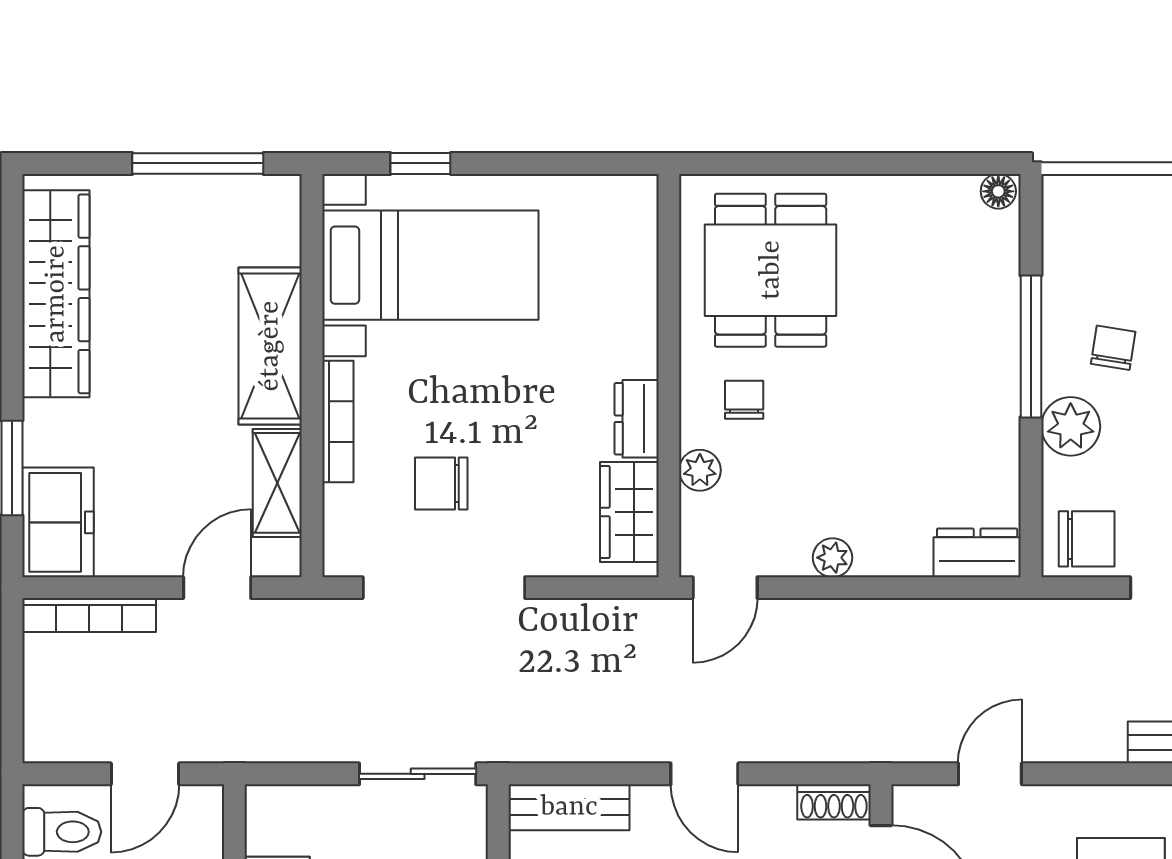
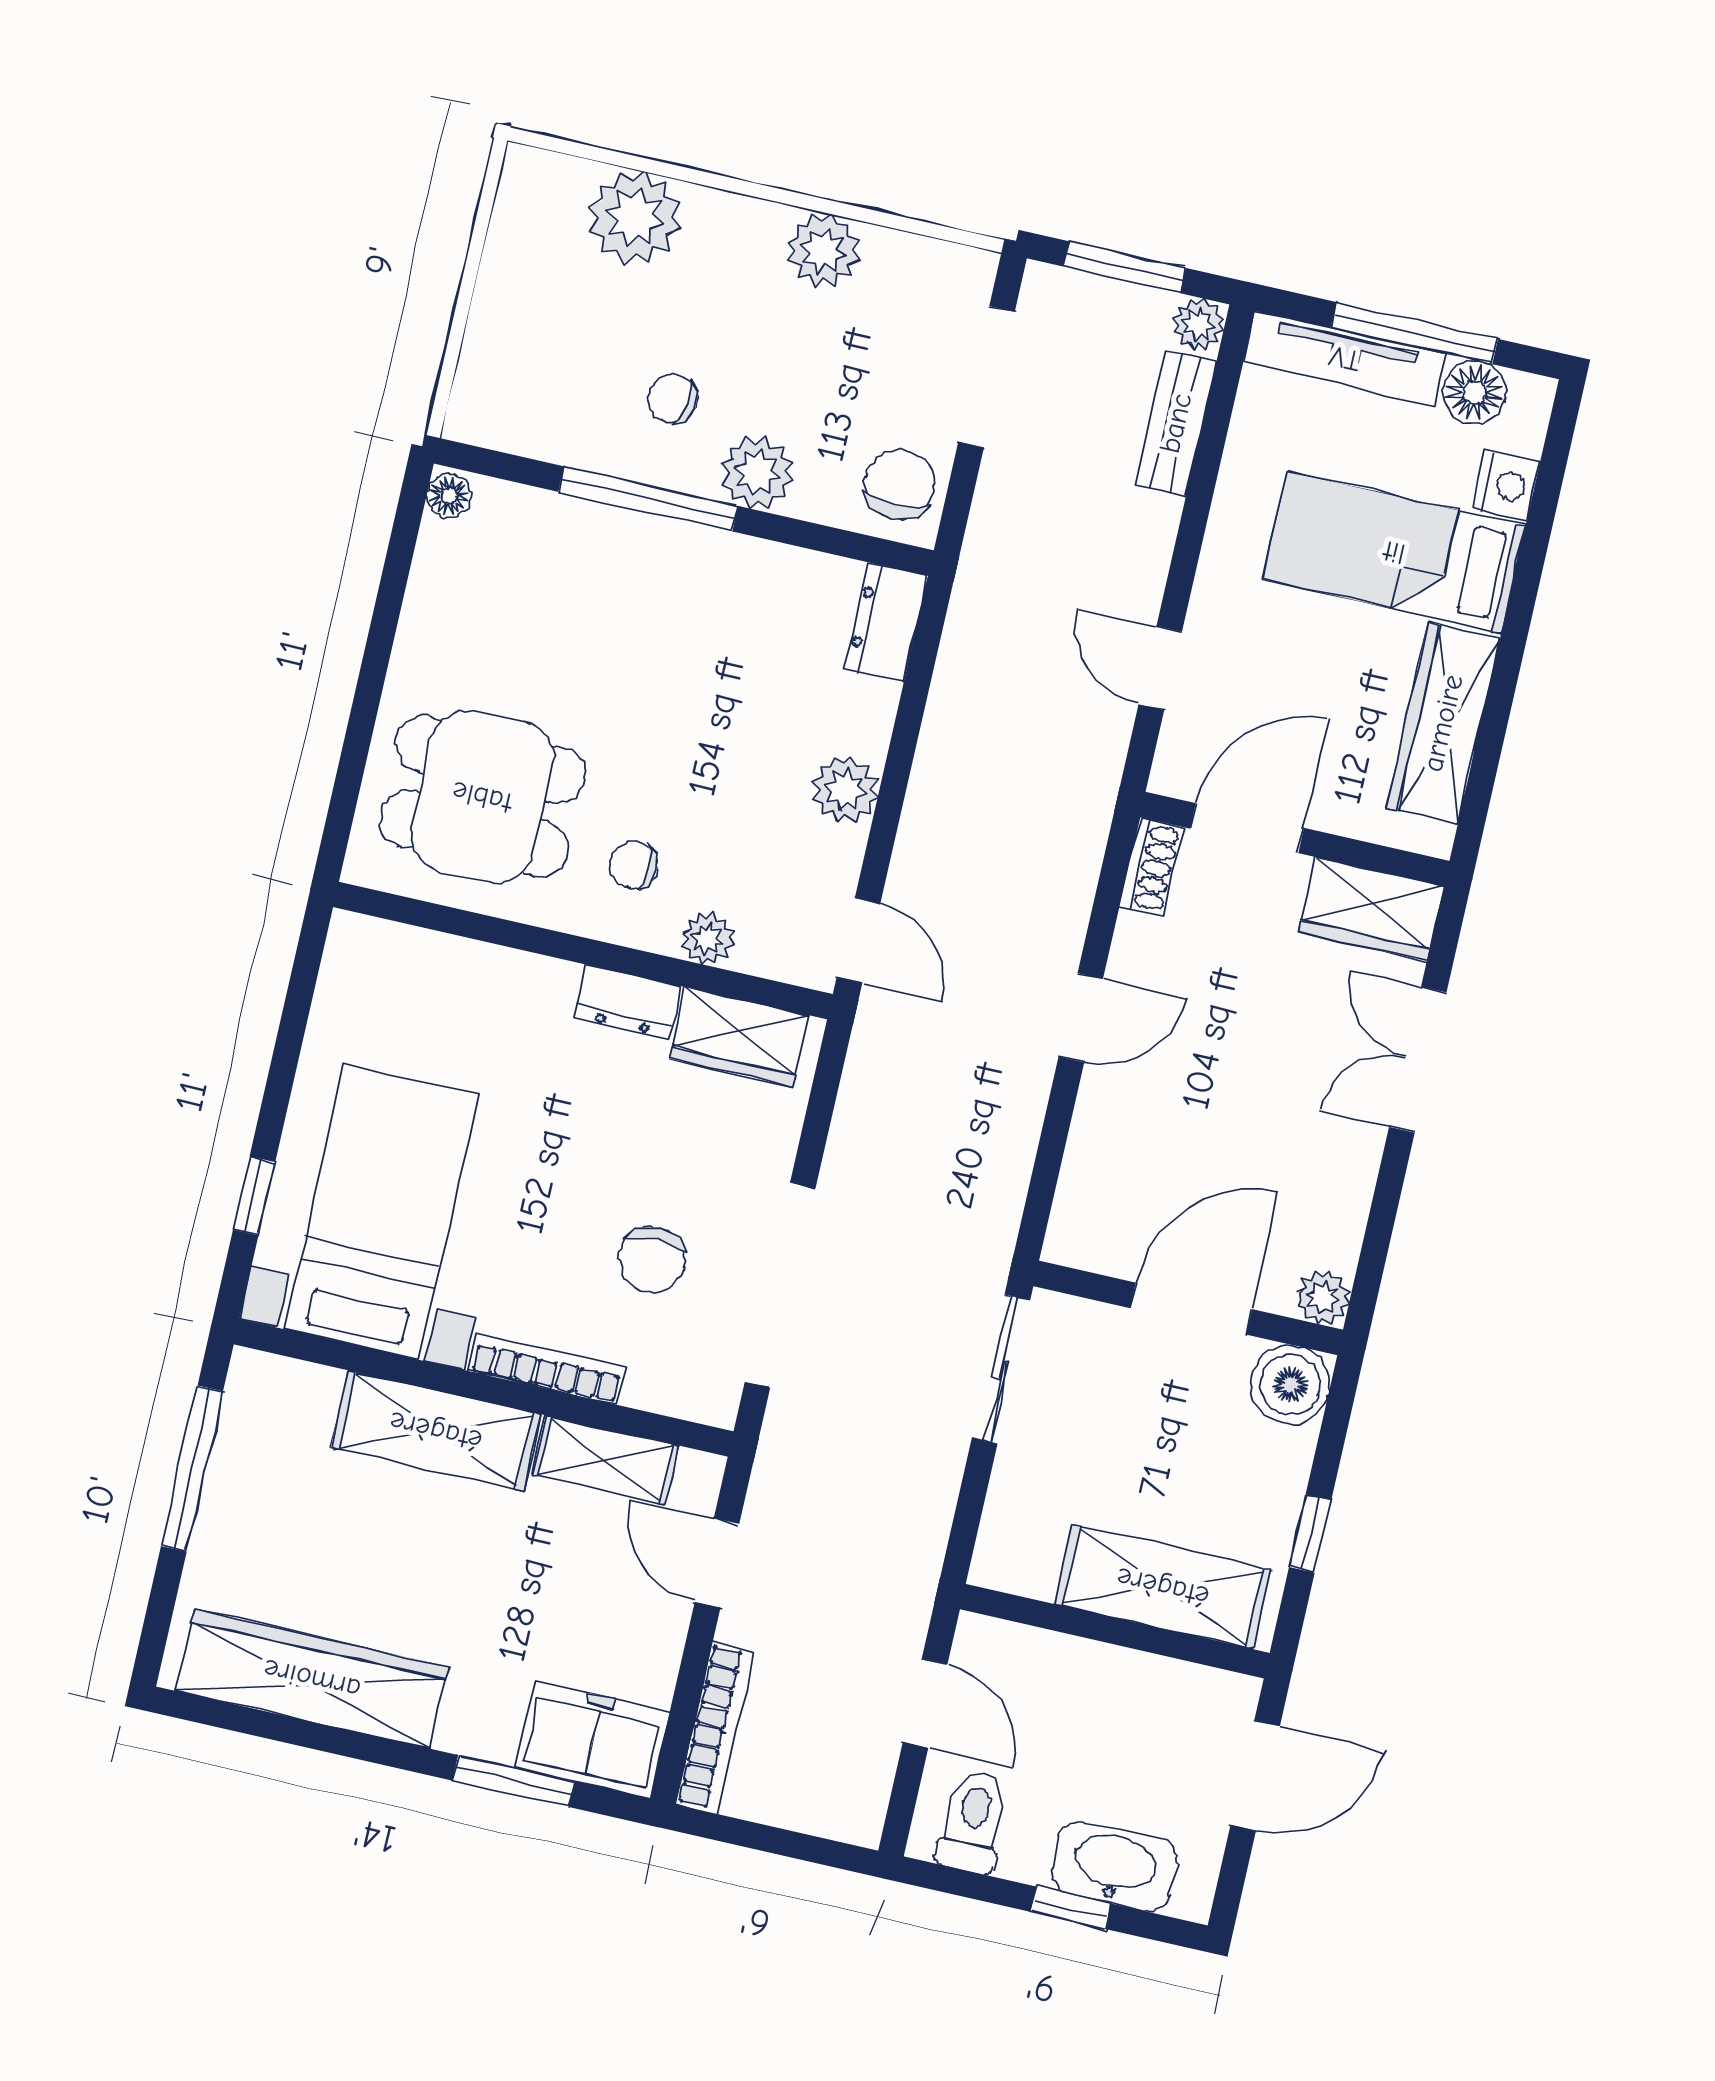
plant: (833, 558) -> (845, 790), width x1.38, depth x1.38
bench: (569, 807) -> (1084, 1193), removed

